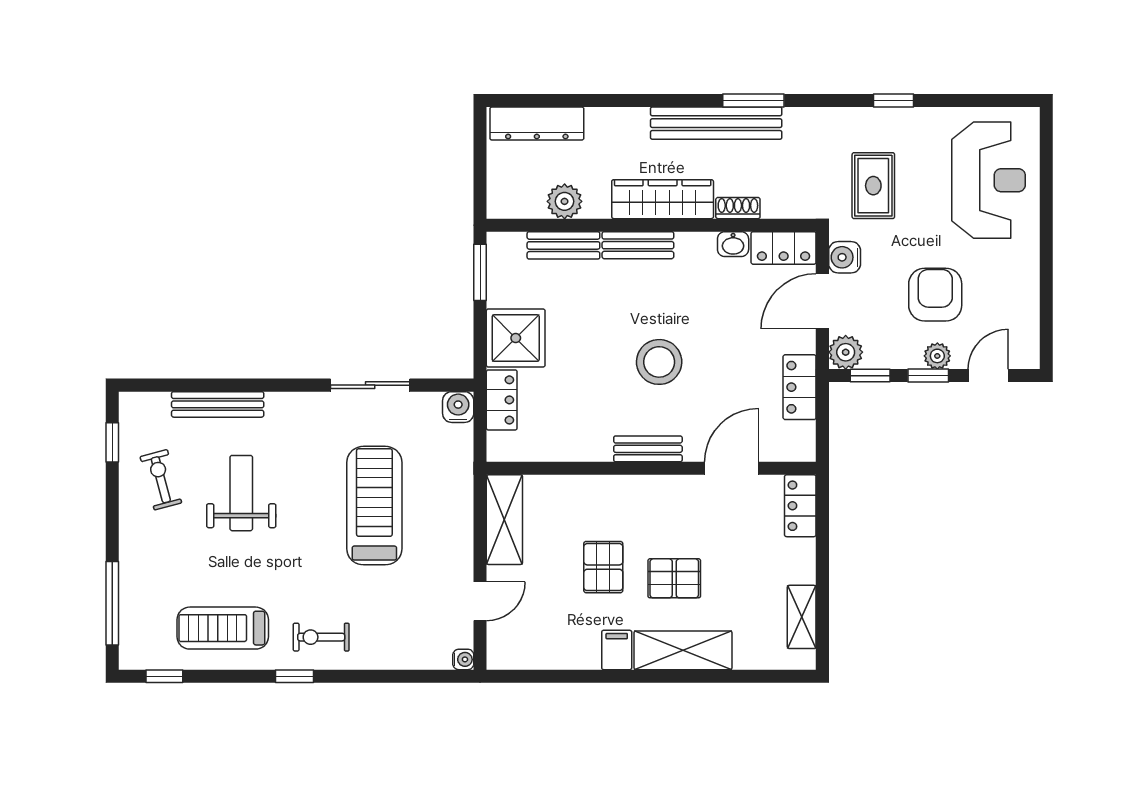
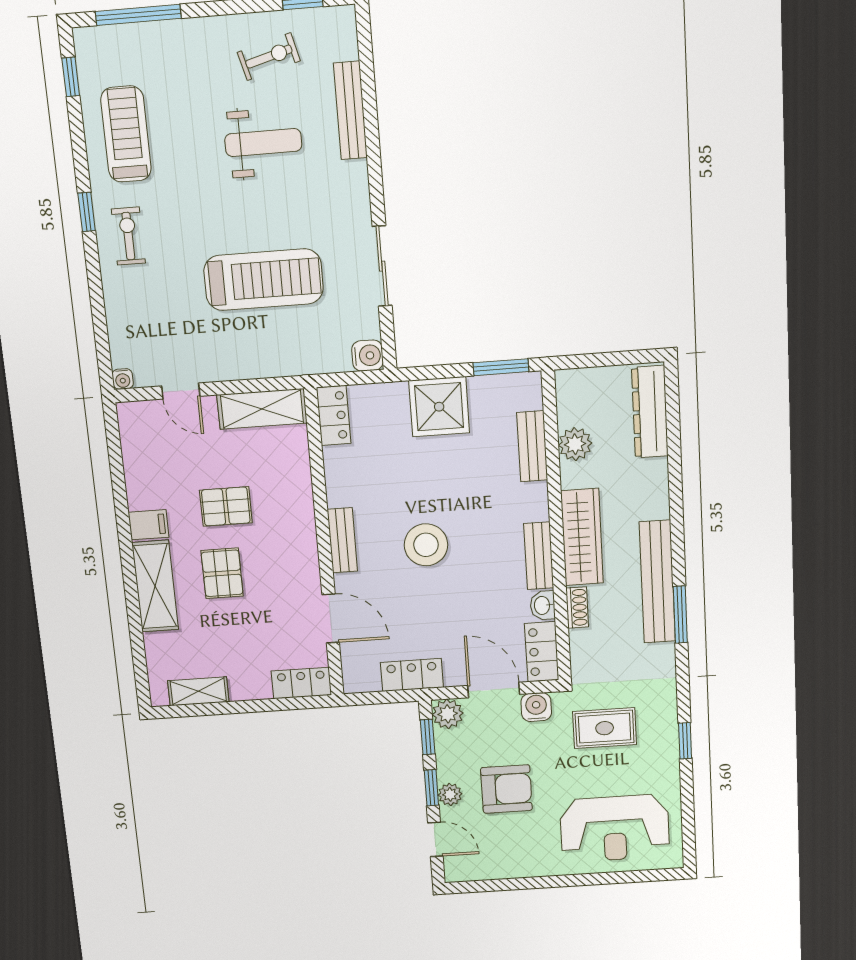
bench: (638, 245) -> (539, 556), moved
locker: (502, 400) -> (334, 415), moved, turned -90

